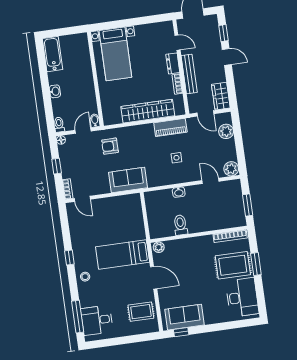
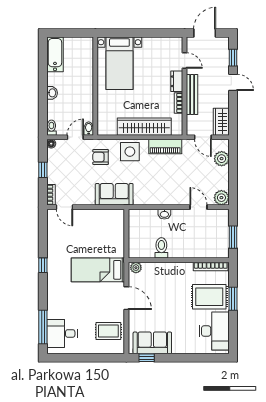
side table: (176, 158) -> (130, 152), moved, width x1.87, depth x1.87
stool: (85, 277) -> (56, 287), removed

